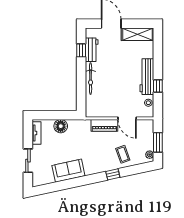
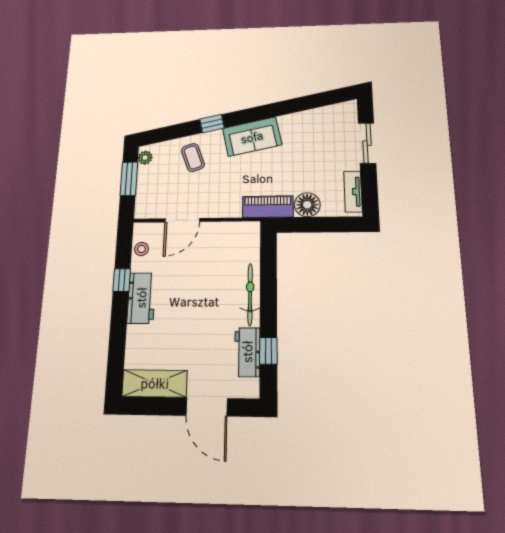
workbench: (147, 77) -> (141, 298), width x0.73
door: (127, 118) -> (182, 220), swing flipped
piano: (104, 125) -> (268, 207), moved
sofa: (68, 171) -> (252, 137), moved

